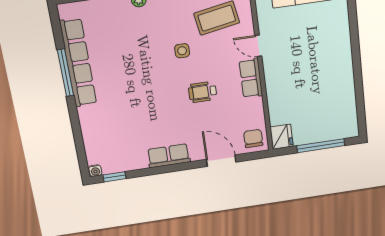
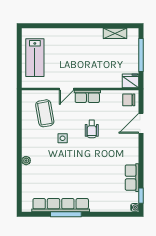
shelving: (349, 104) -> (115, 33), added
row of seats: (169, 156) -> (132, 178), moved

